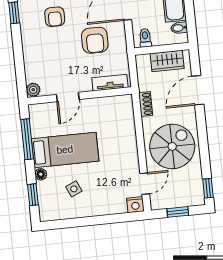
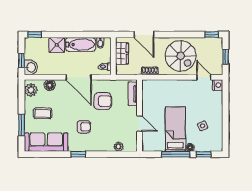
plant: (33, 90) -> (119, 147), moved
window: (27, 139) -> (176, 154), moved
spiral stairs: (172, 146) -> (181, 56), turned 180

